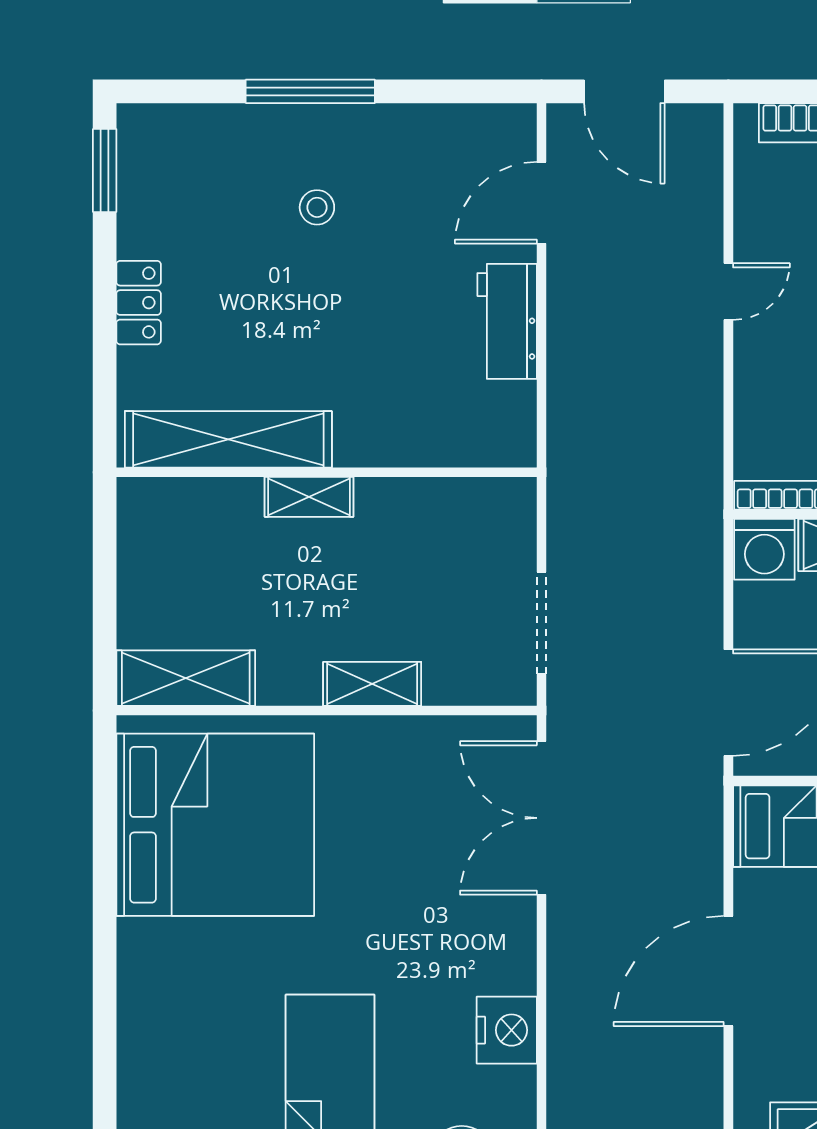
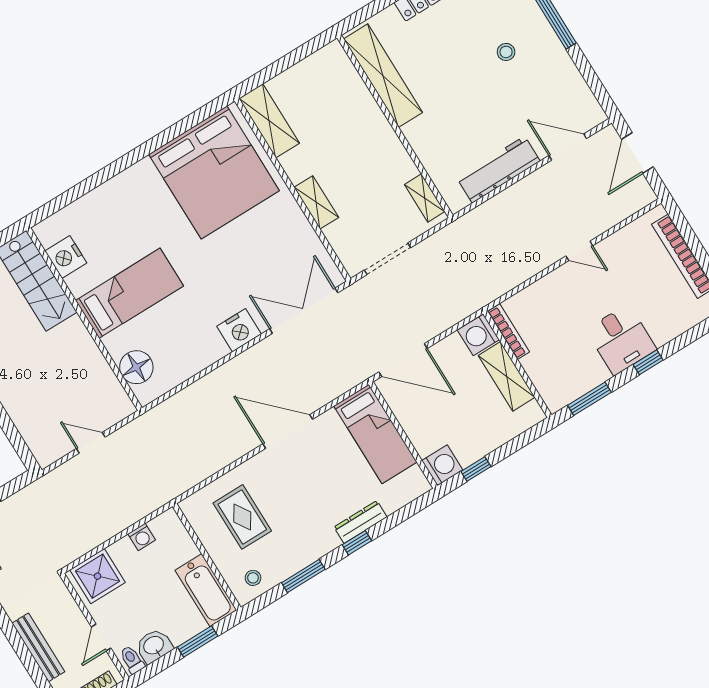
workbench: (507, 321) -> (498, 170), width x1.38
shelving: (309, 497) -> (425, 198), moved
nightstand: (507, 1030) -> (239, 330), moved

